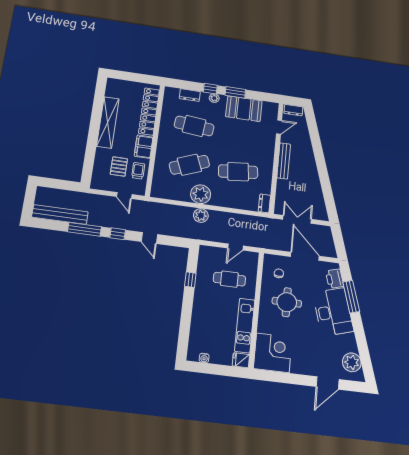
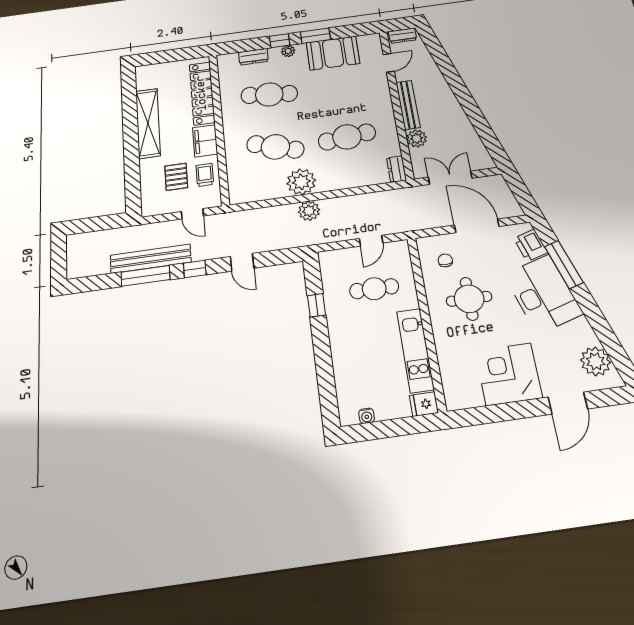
cafe table: (189, 165) -> (275, 147), turned 39
plant: (283, 186) -> (417, 138), added
bench: (60, 214) -> (151, 259), moved
corner desk: (273, 353) -> (509, 374), moved, turned -90

